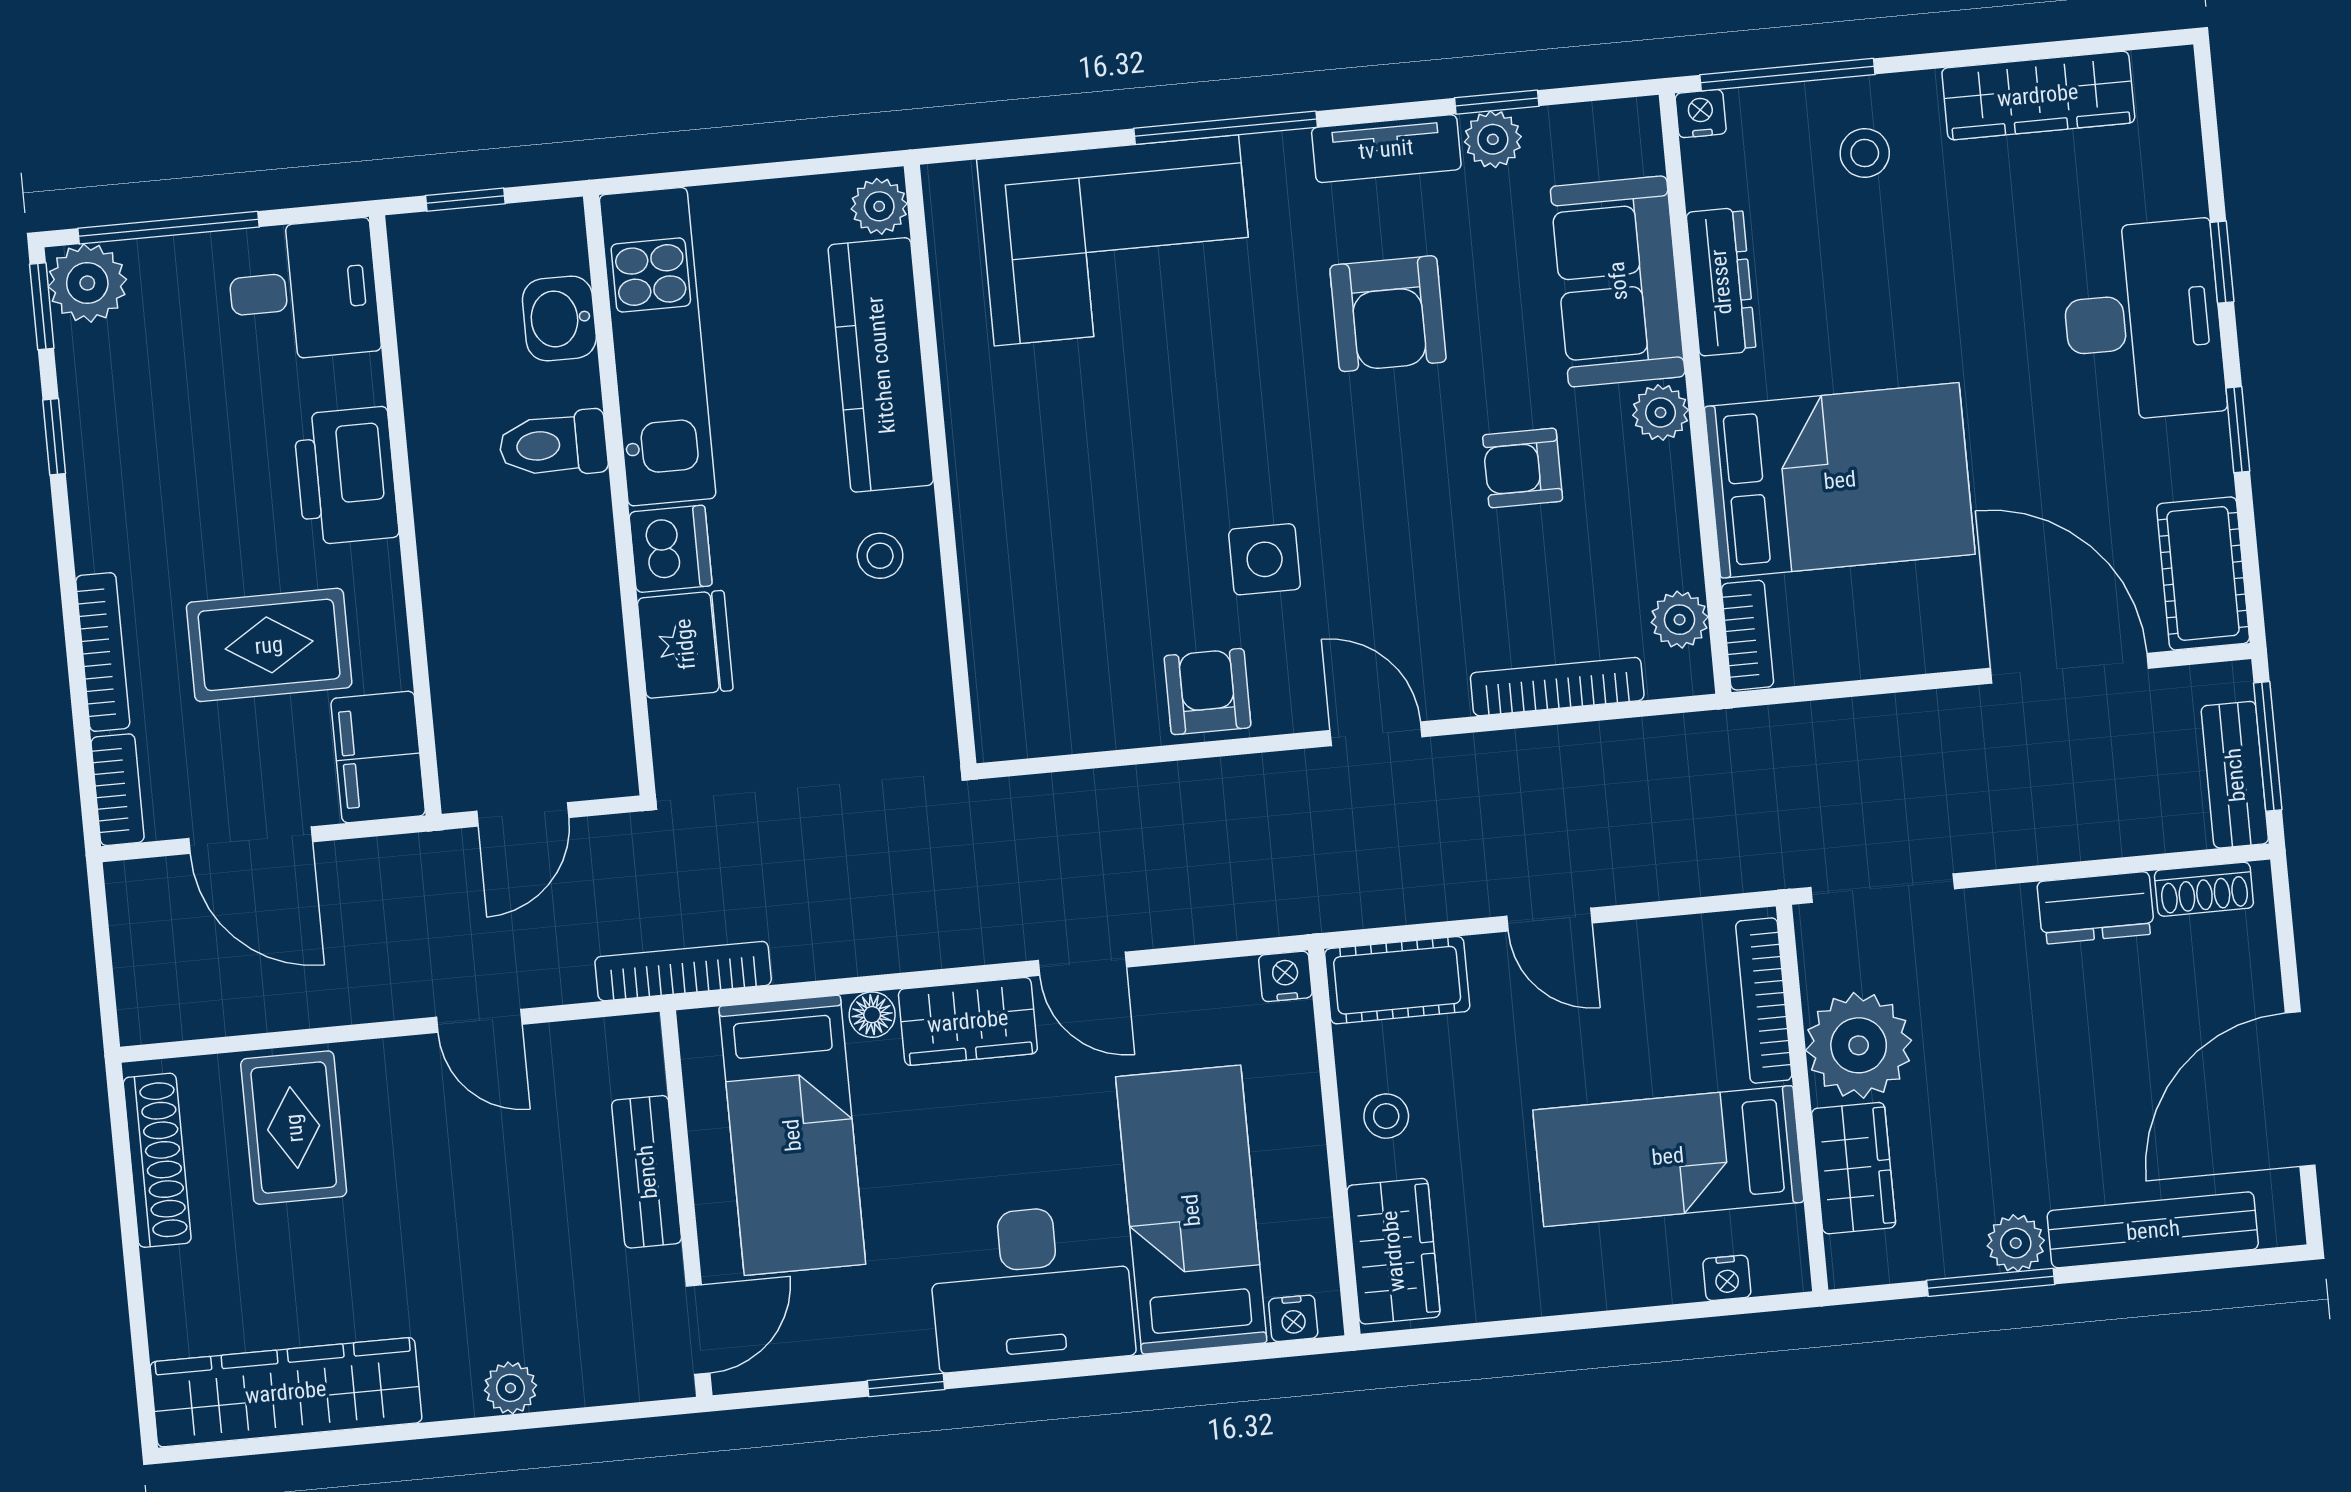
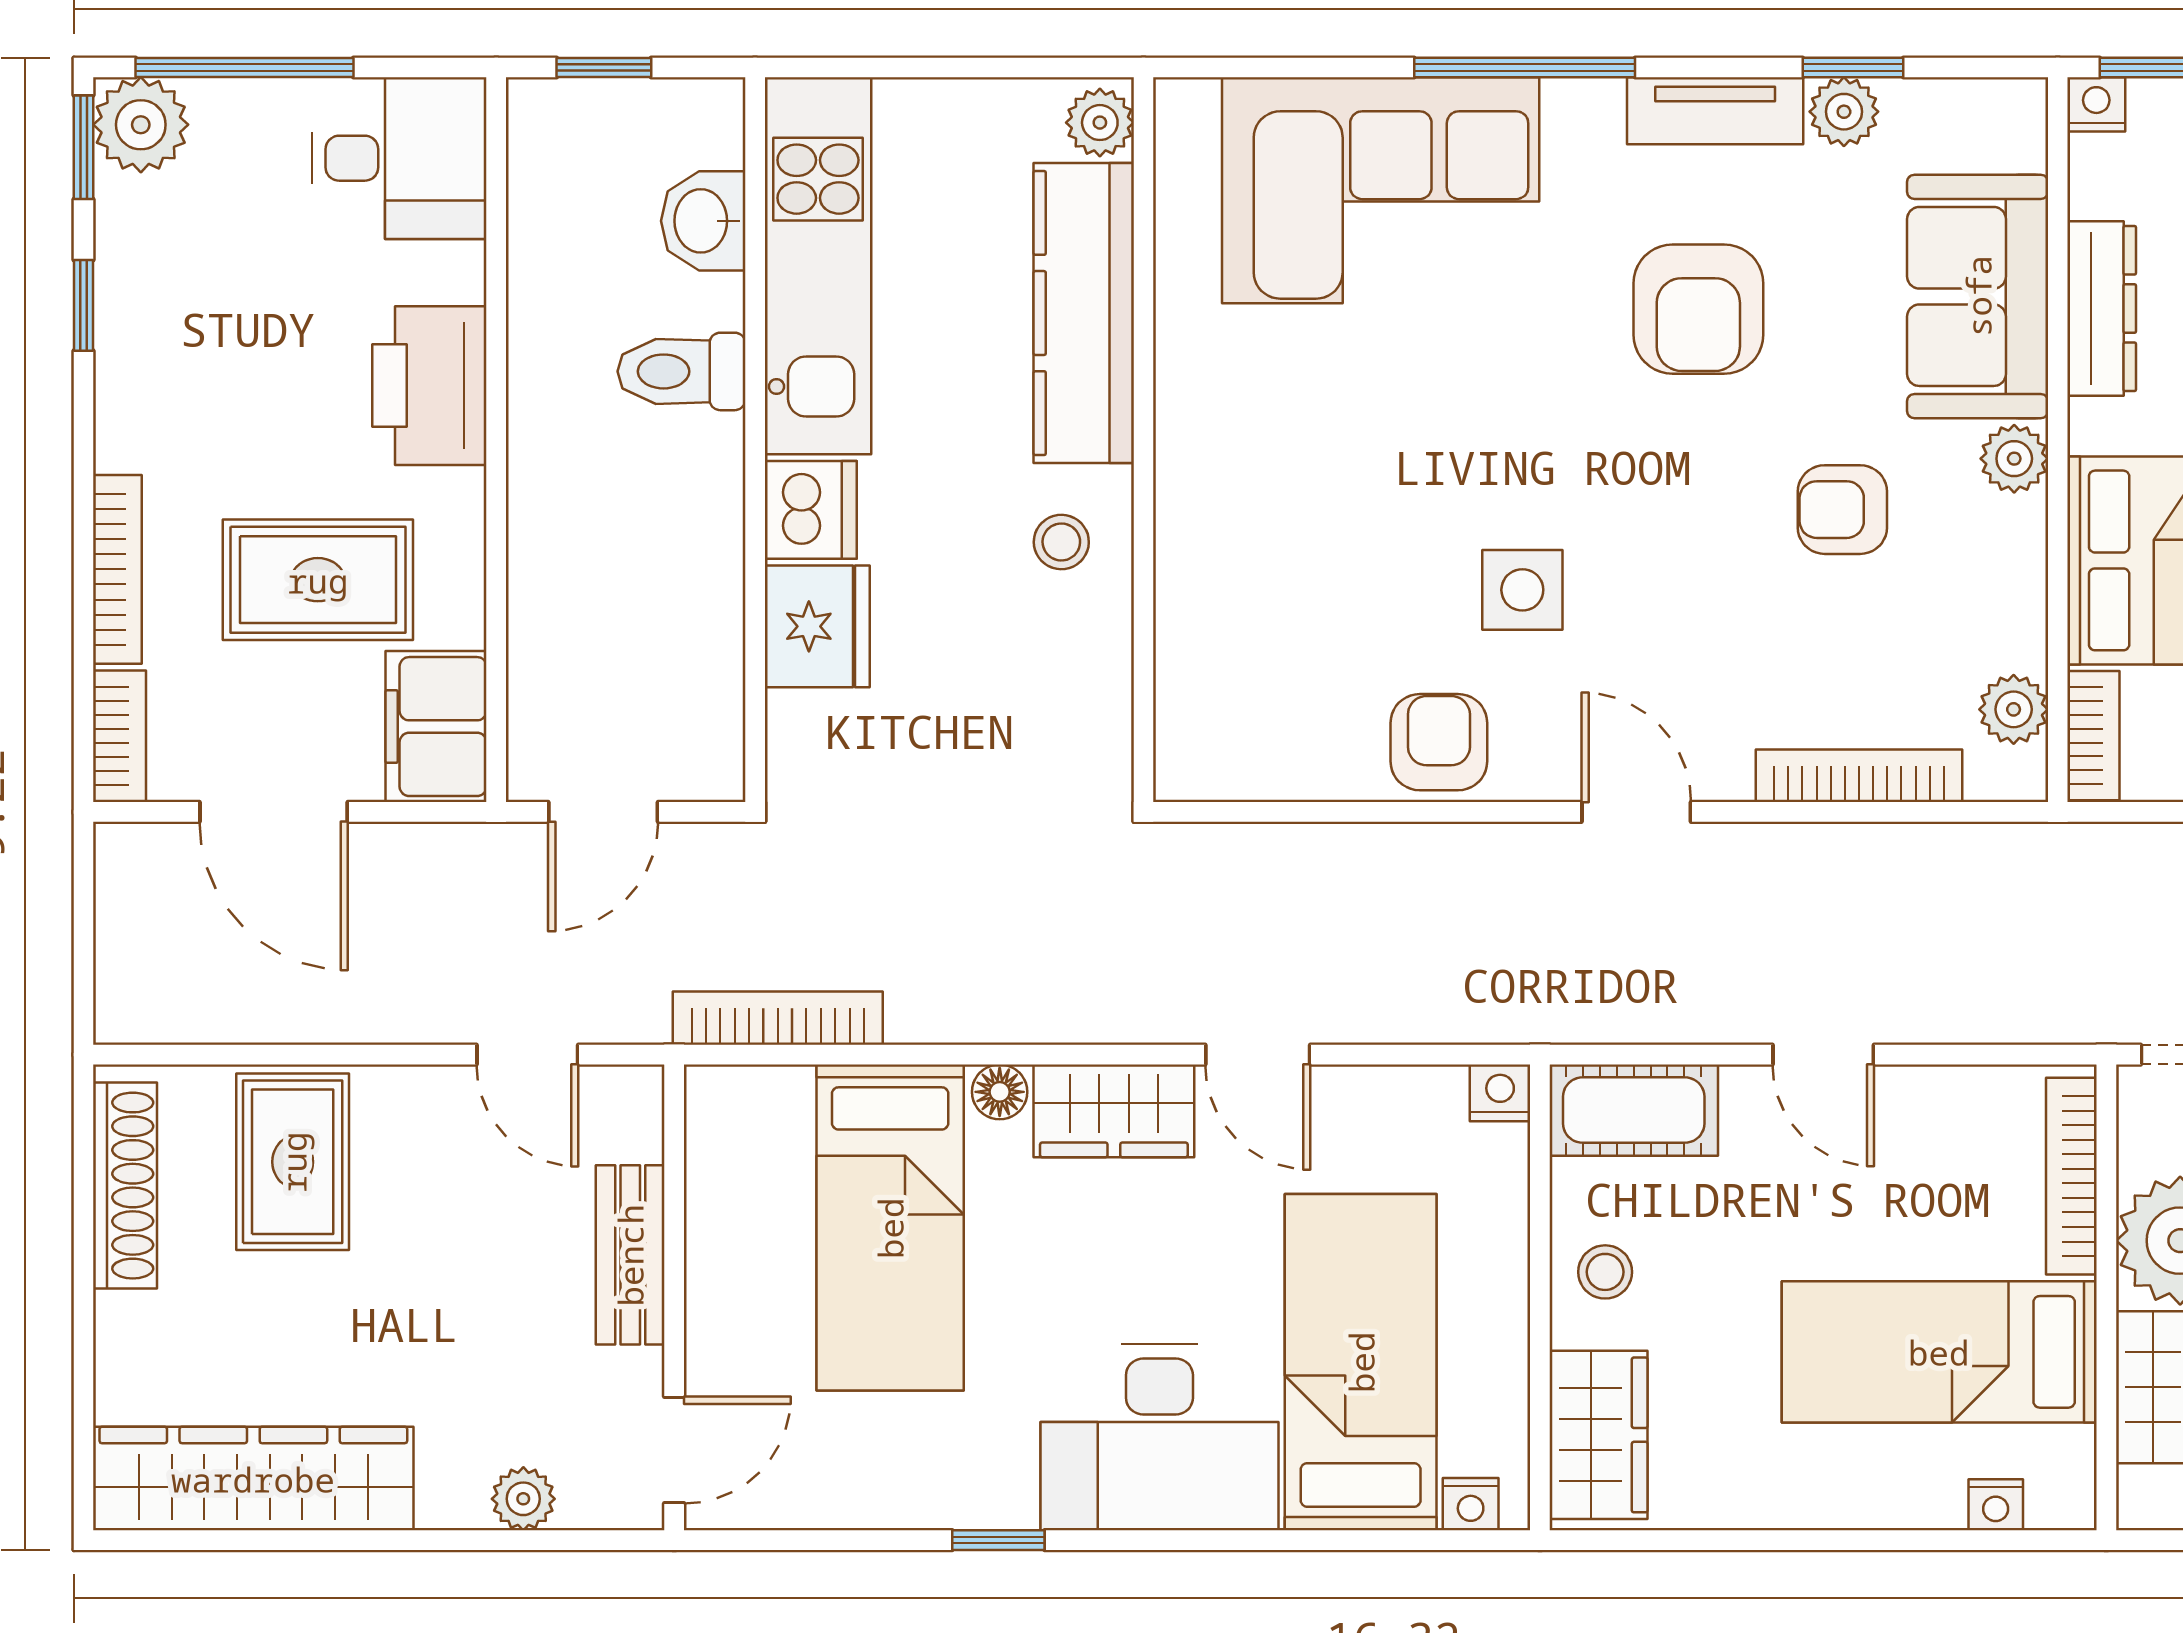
bench: (647, 1172) -> (630, 1255), moved
wall: (686, 1203) -> (674, 1297), moved
door: (698, 1330) -> (674, 1450), moved

